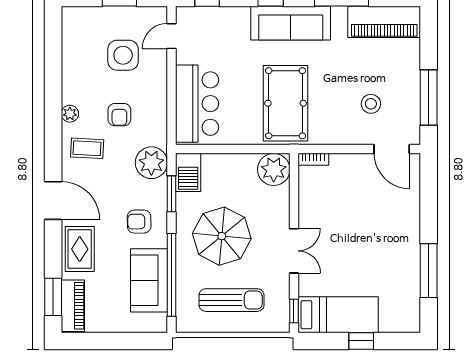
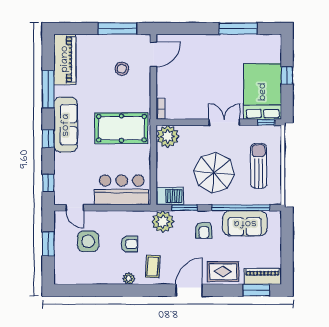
bed: (338, 315) -> (263, 92), width x1.50

